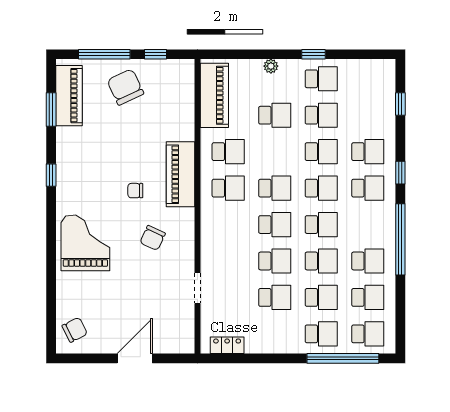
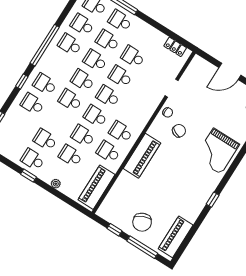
window: (51, 110) -> (190, 235), removed
school desk: (321, 152) -> (83, 136), moved
chair: (135, 191) -> (168, 112), moved

